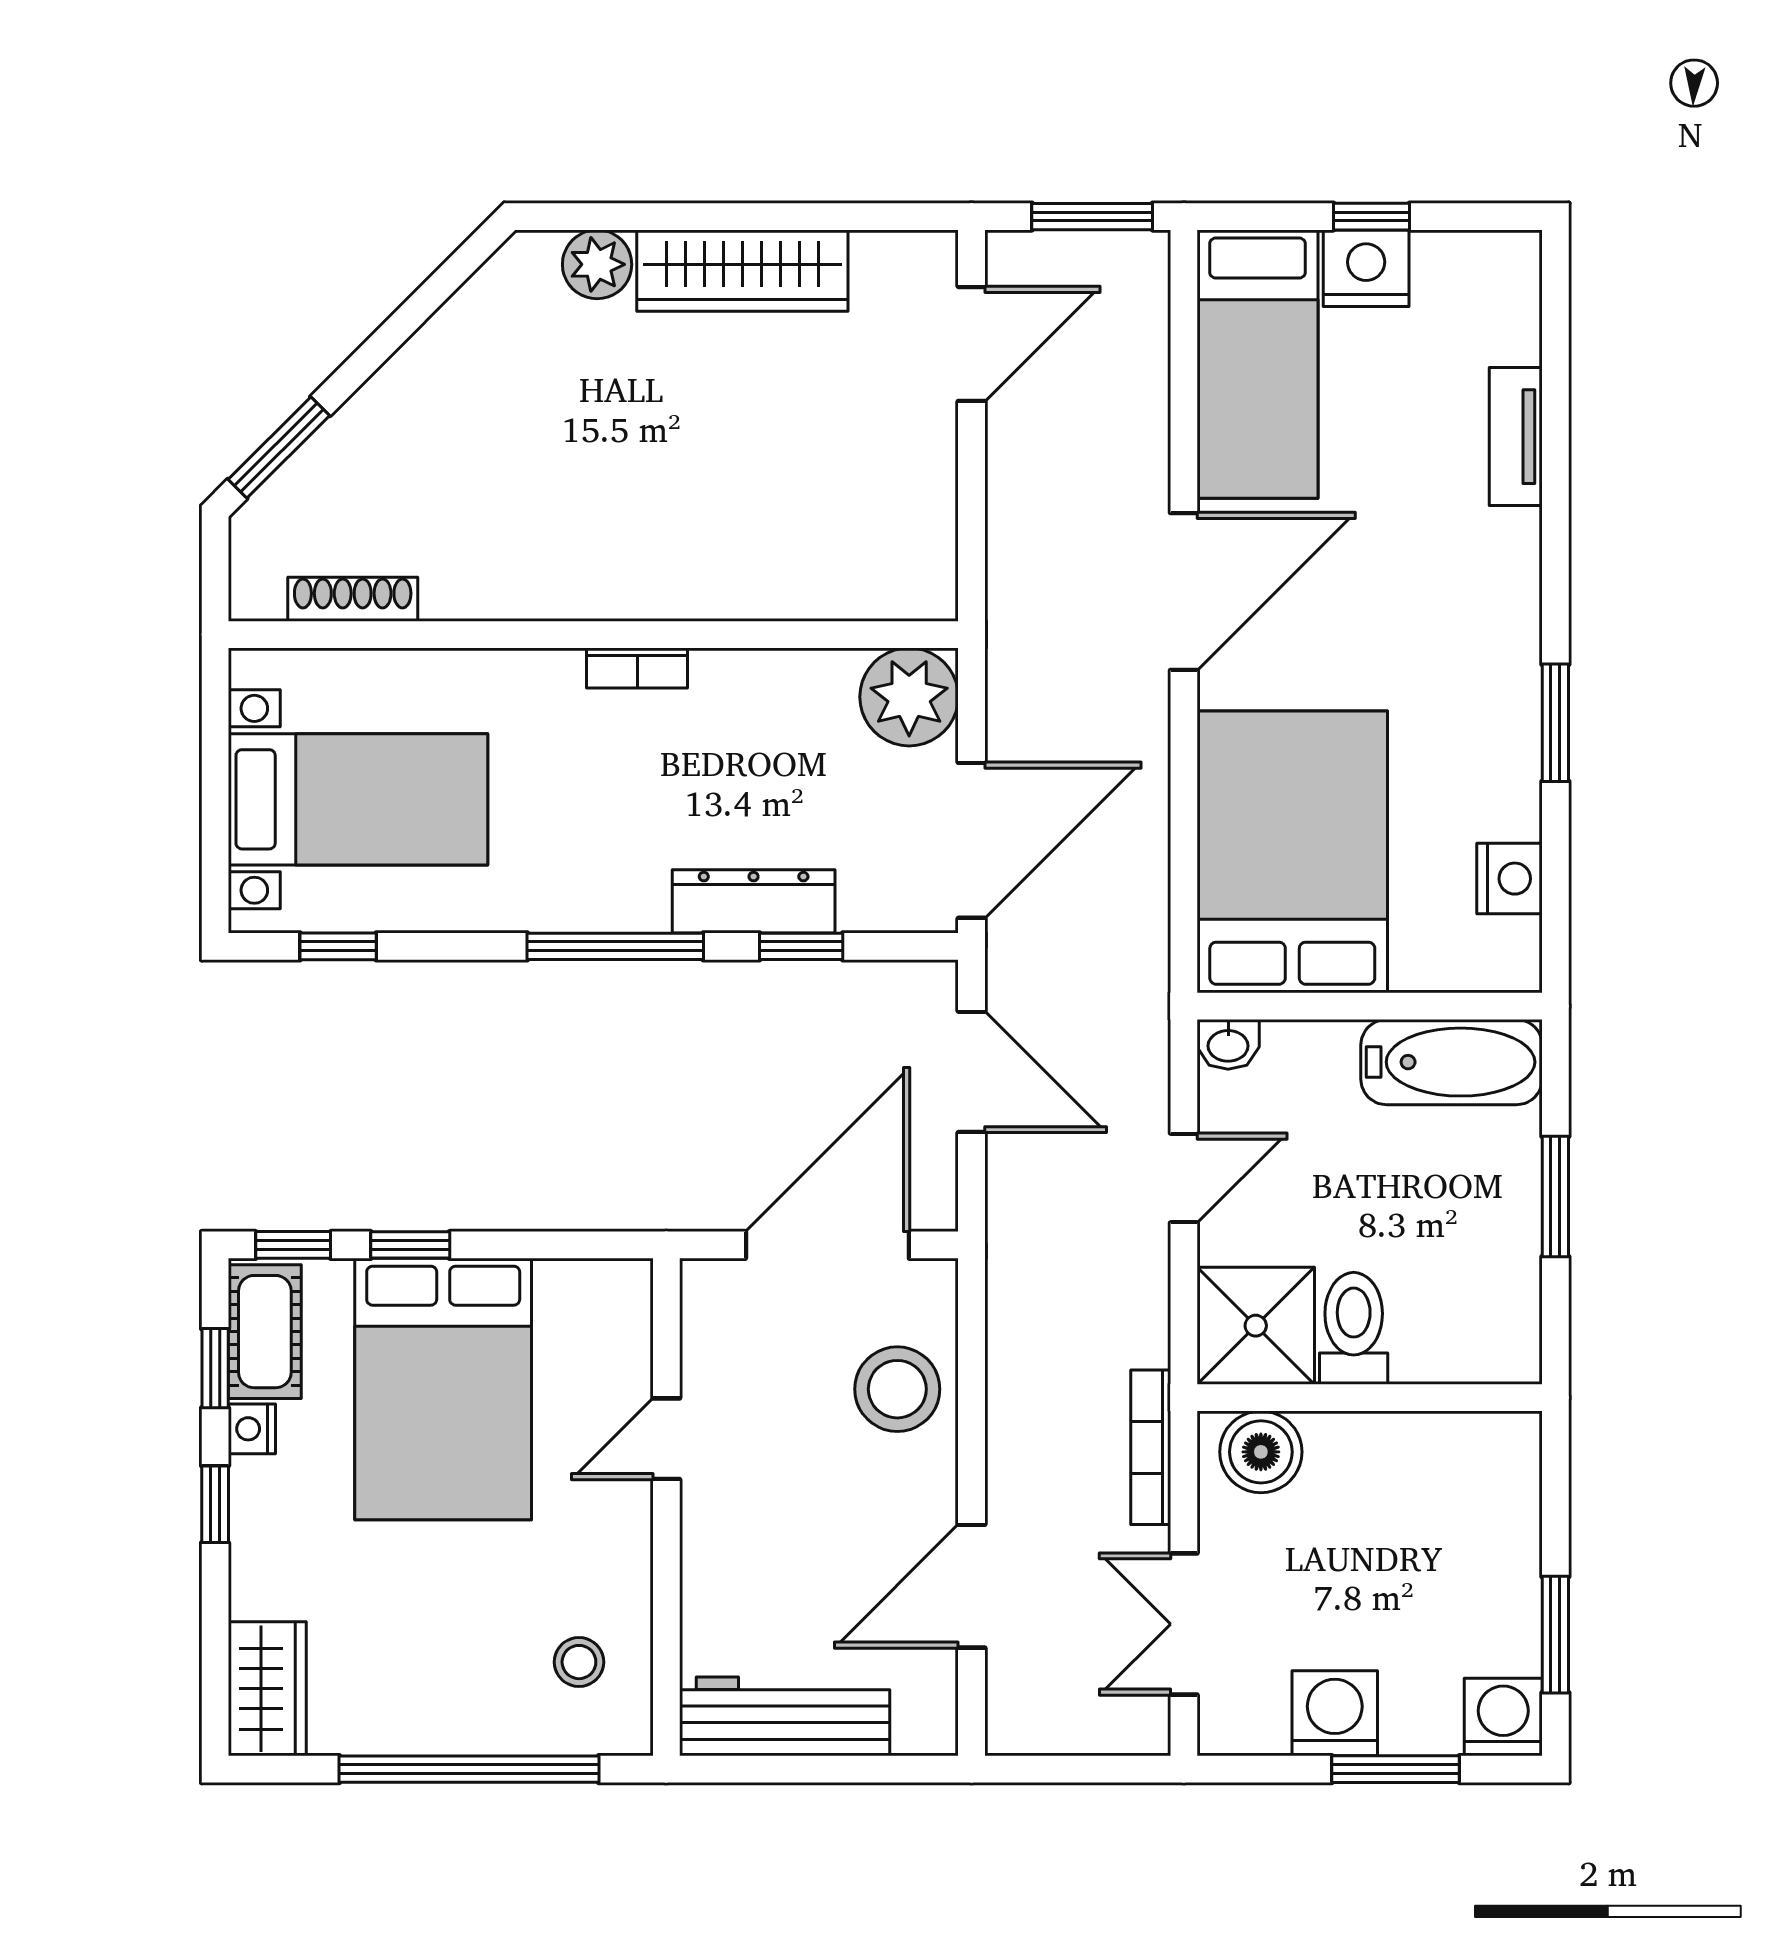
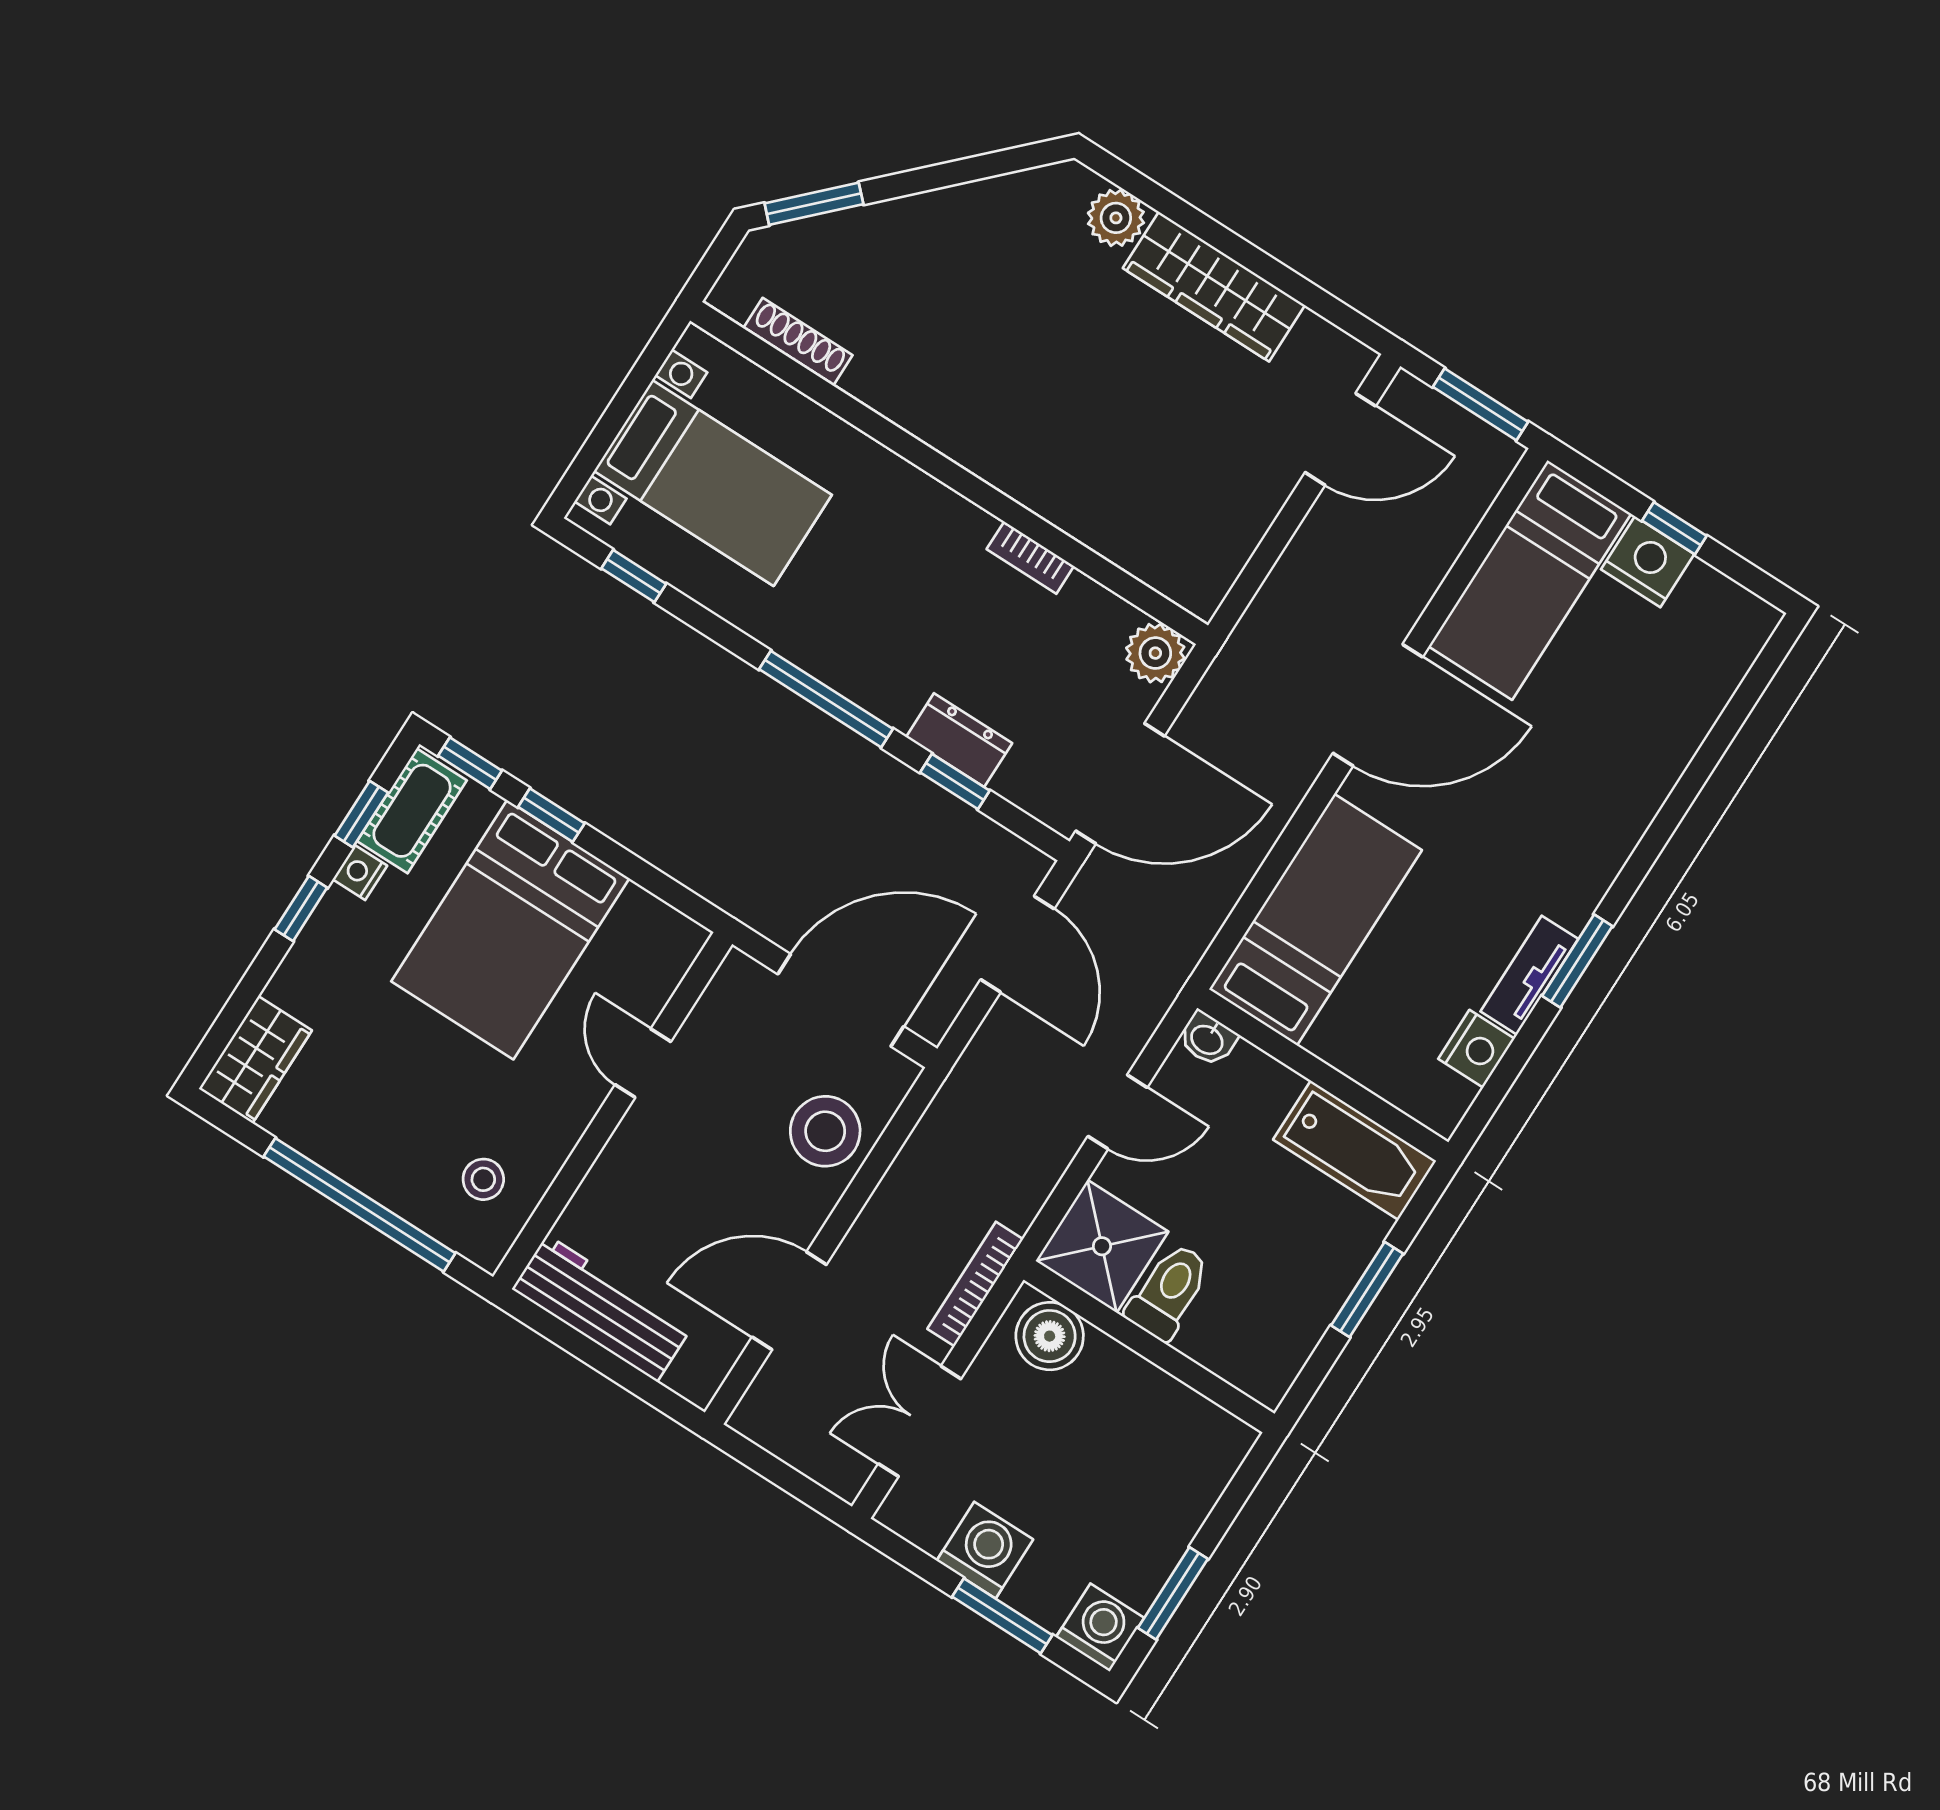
tv unit: (1516, 437) -> (1529, 975), moved
bookcase: (637, 668) -> (1030, 558), moved
plant: (909, 697) -> (1155, 653), width x0.73, depth x0.73
bed: (1292, 852) -> (1316, 920), width x0.67
dresser: (754, 901) -> (959, 740), width x0.70
door: (666, 1439) -> (643, 1063), hinge flipped

